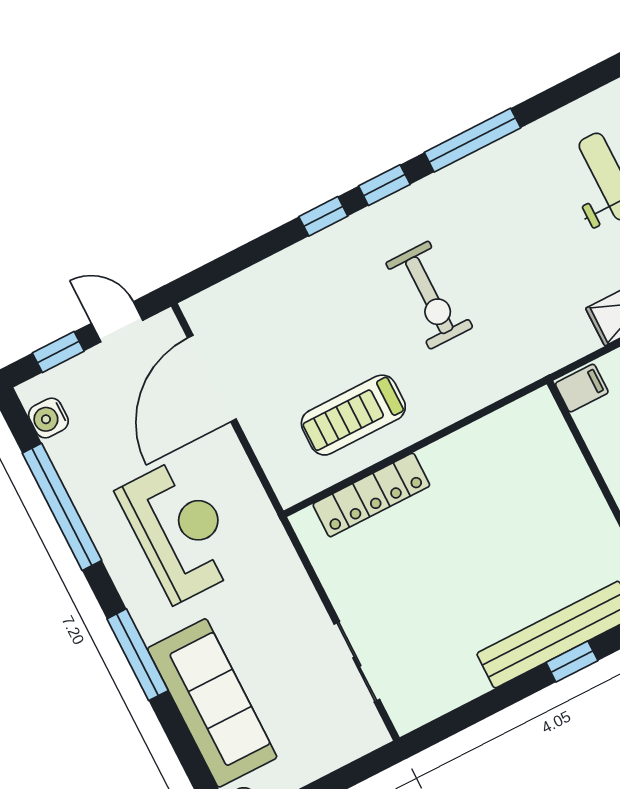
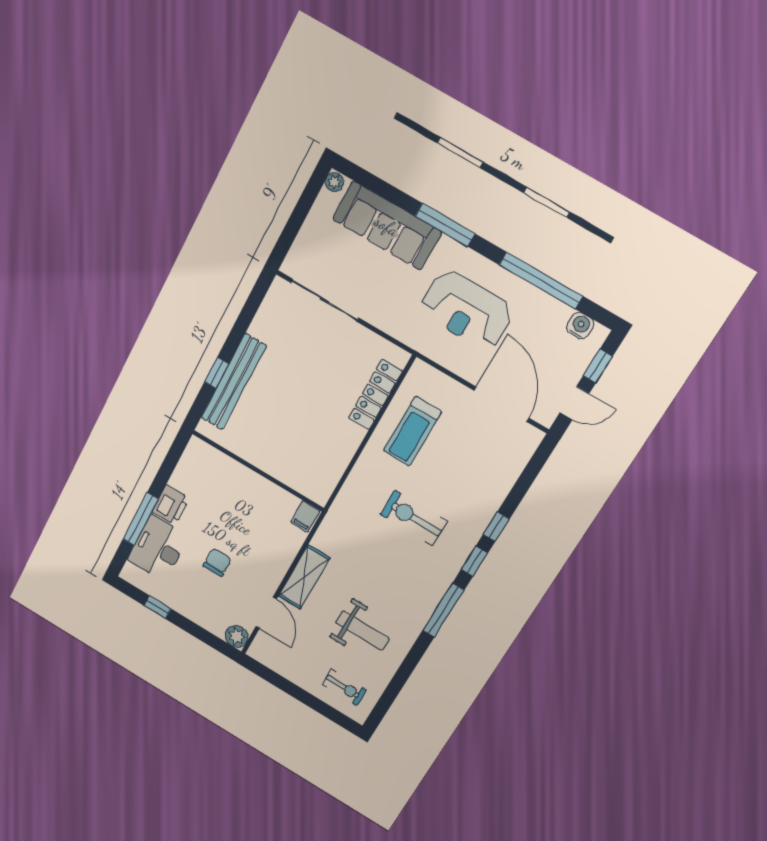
treadmill: (353, 415) -> (412, 431), turned 180
sliding door: (357, 662) -> (325, 300), width x1.37

